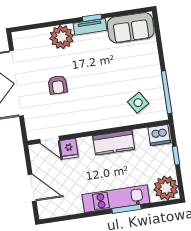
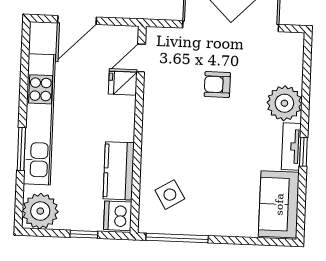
kitchen counter: (114, 142) -> (119, 171), moved
kitchen unit: (116, 199) -> (39, 119), width x1.36

